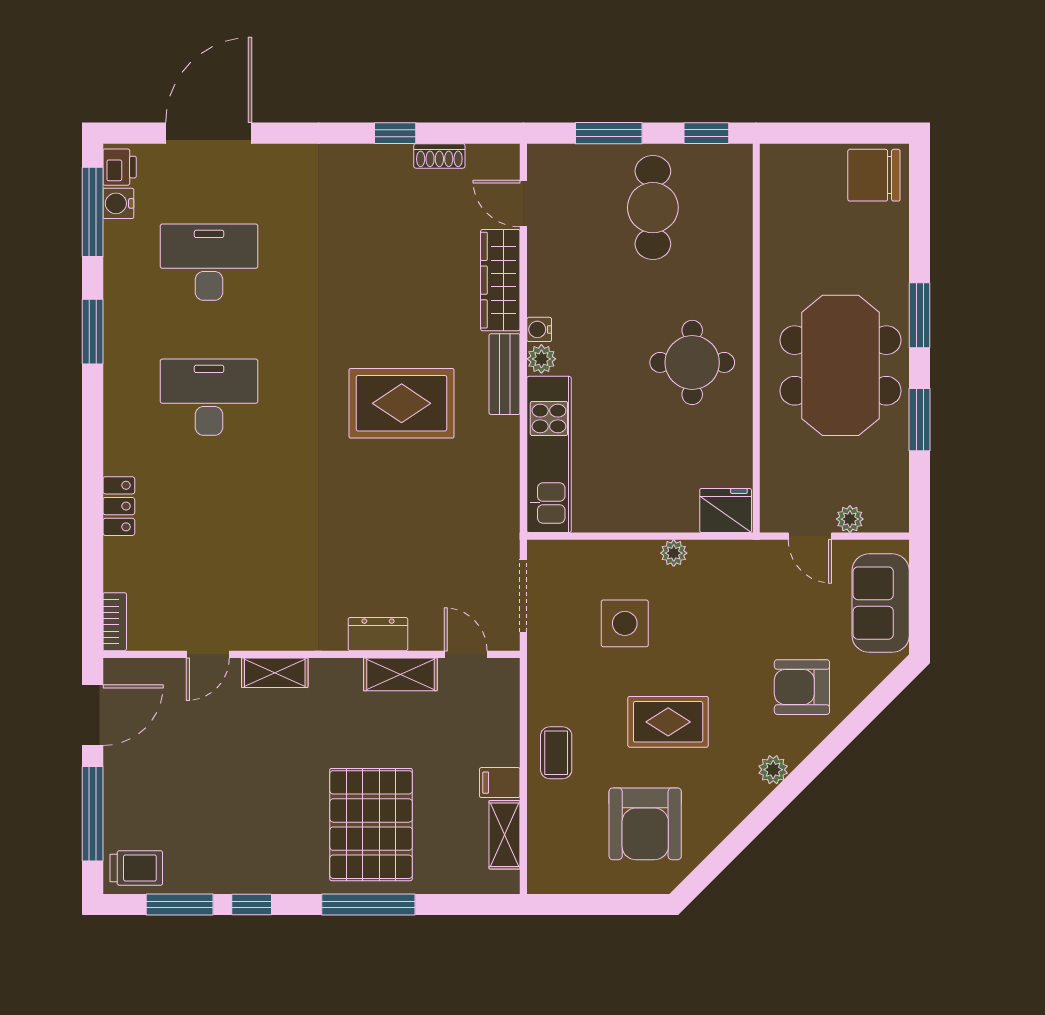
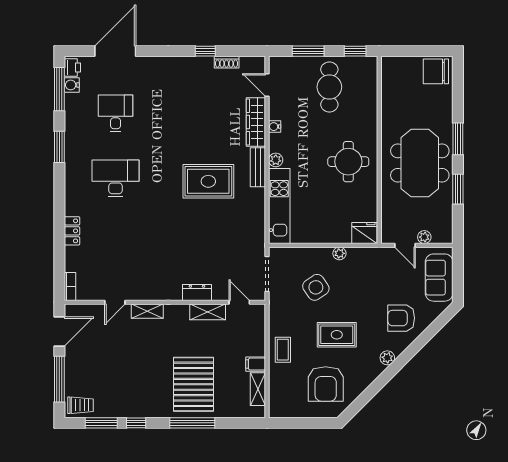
desk: (209, 262) -> (116, 113), width x0.73
water cooler: (539, 329) -> (275, 127), moved
side table: (625, 623) -> (316, 287), turned -35

